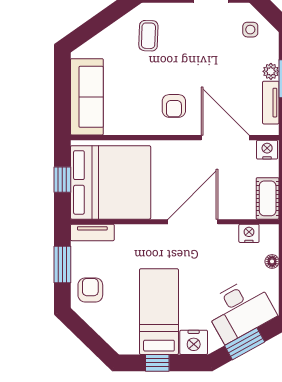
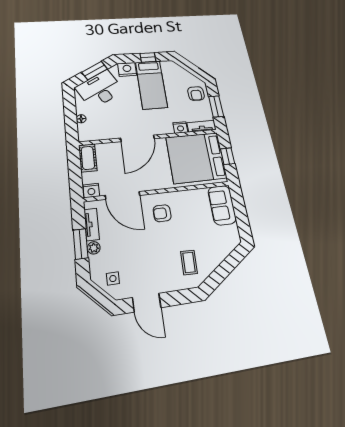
sofa: (87, 97) -> (222, 205), width x0.73
armchair: (174, 106) -> (162, 213), turned -90
nightstand: (249, 233) -> (180, 128), moved

